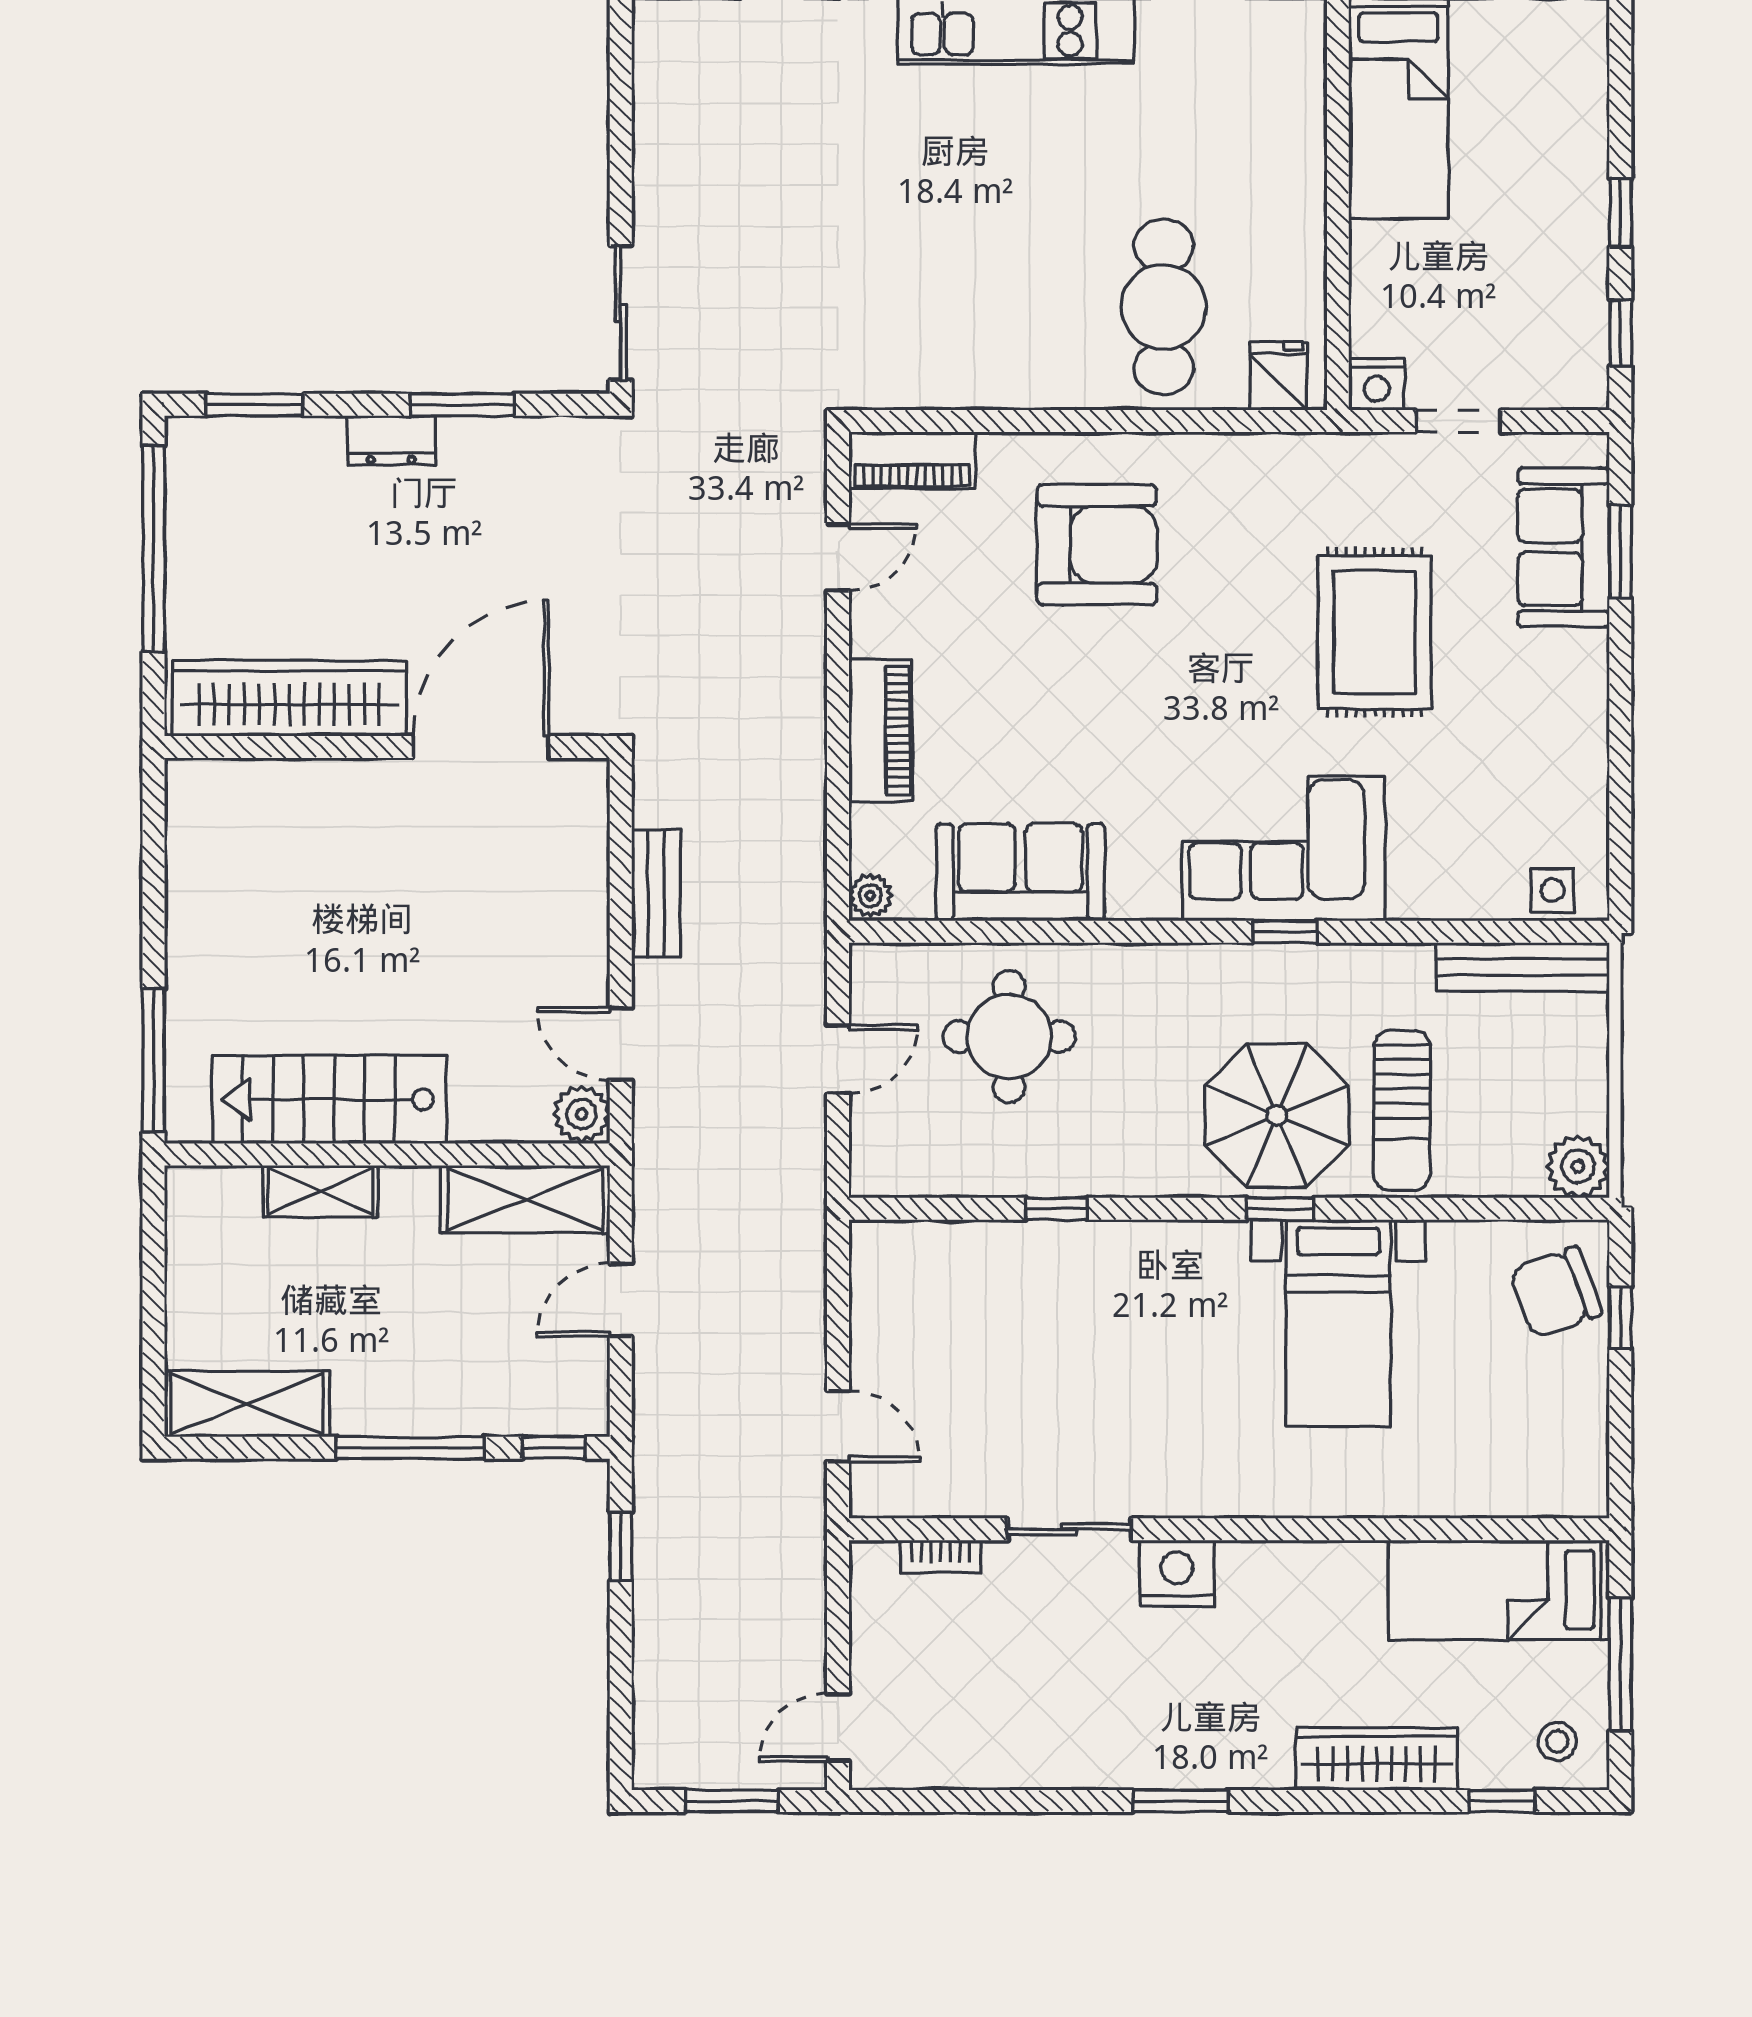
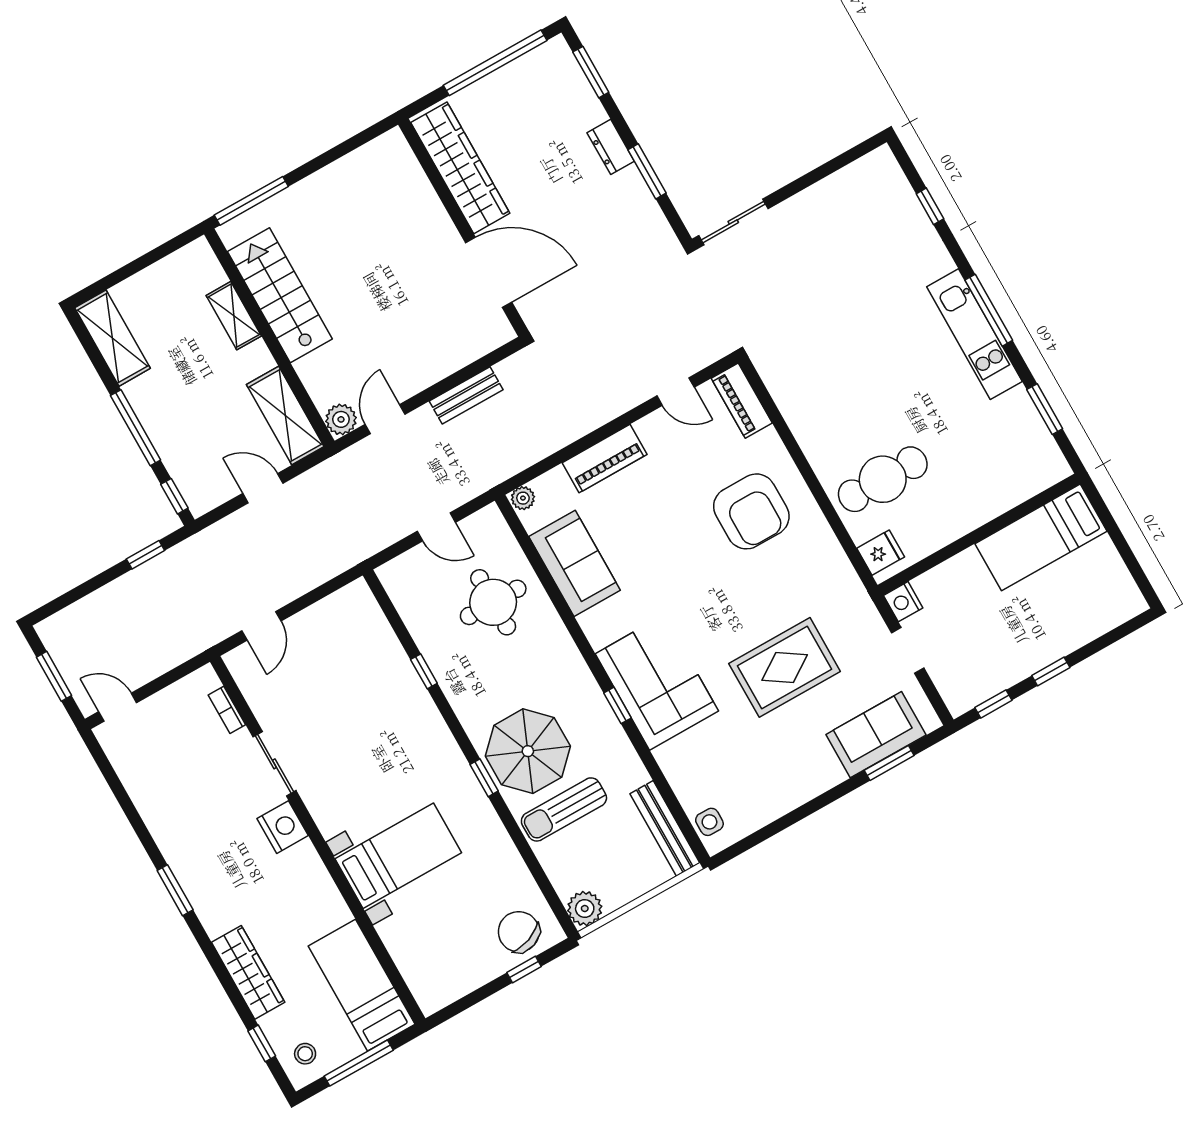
bed with nightstands: (1338, 1323) -> (398, 856), moved, turned 180

